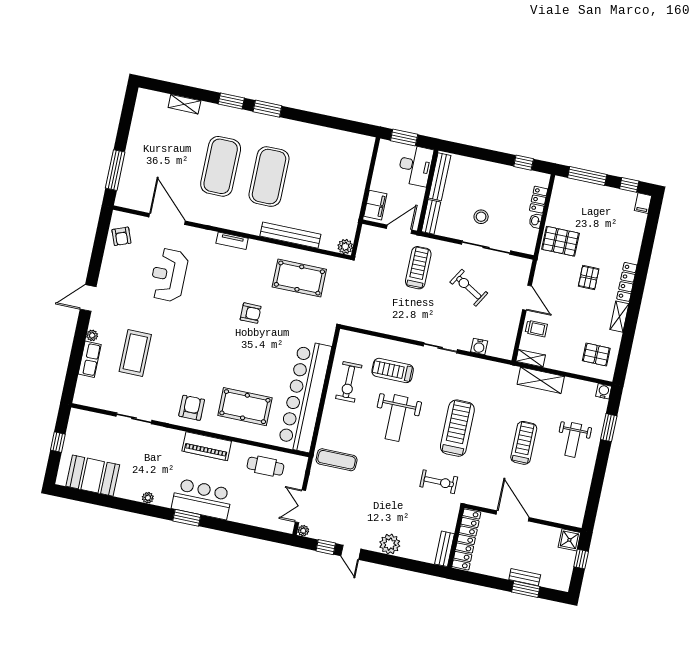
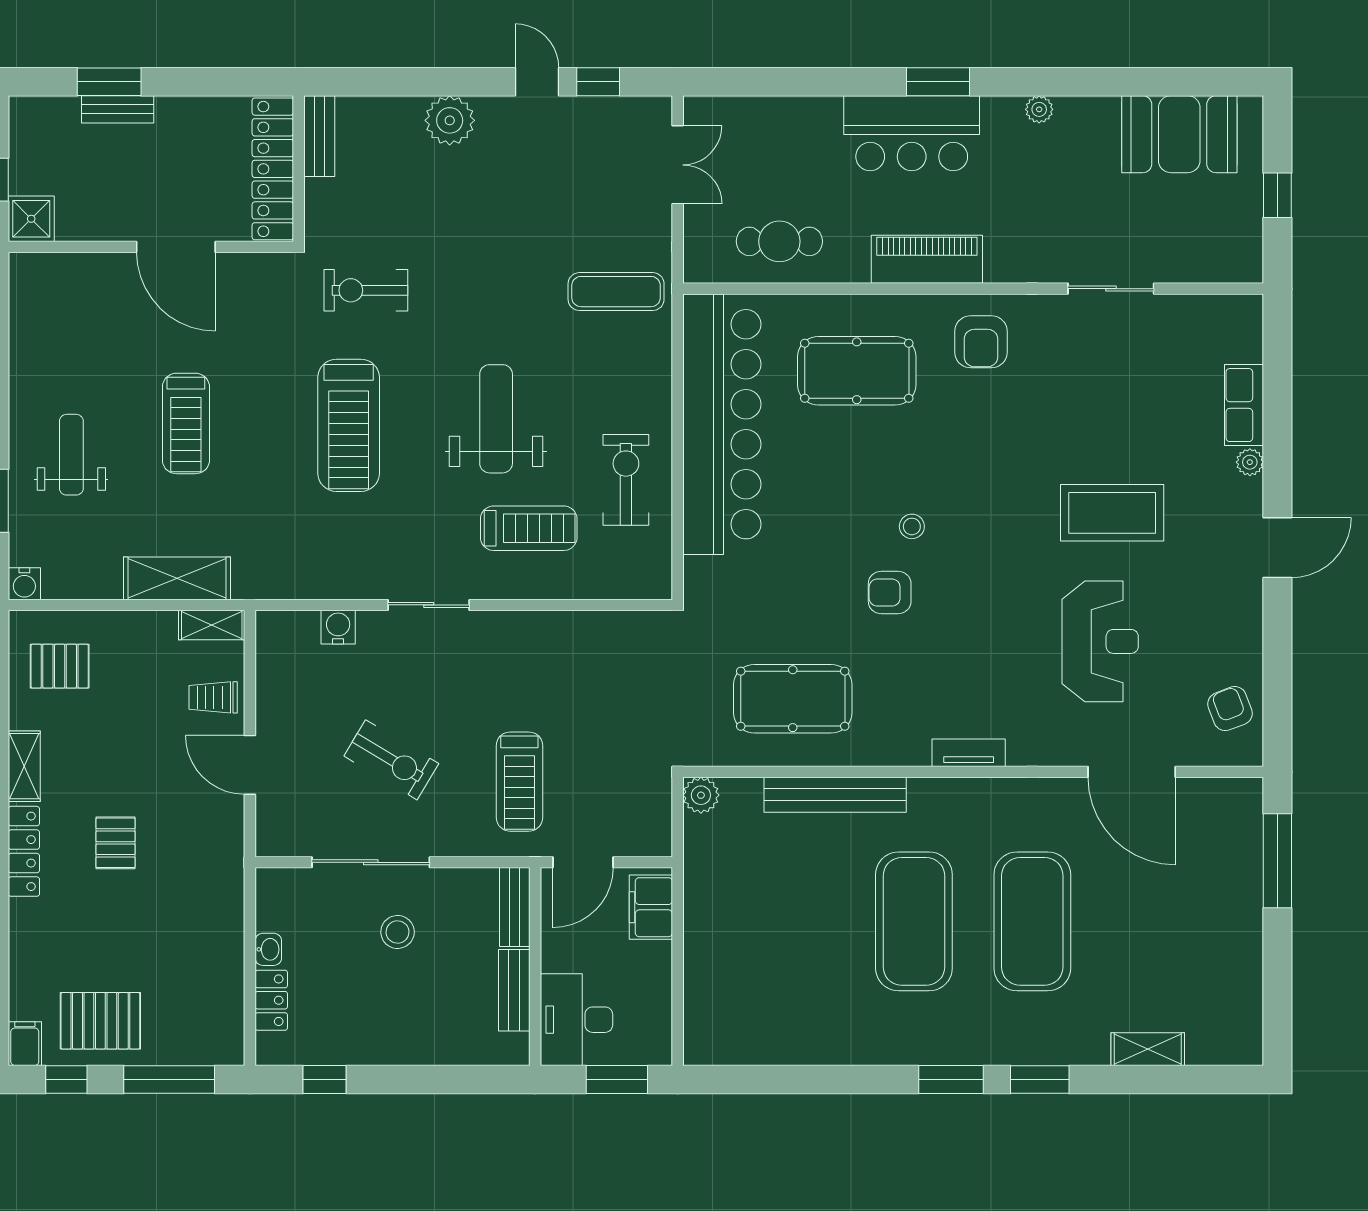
bench: (440, 177) -> (514, 990), width x0.73
pallet: (560, 241) -> (100, 1021), moved
stool: (236, 338) -> (912, 526), added
coffee table: (135, 353) -> (1112, 513), moved, turned 90
plant: (303, 531) -> (659, 109), removed

